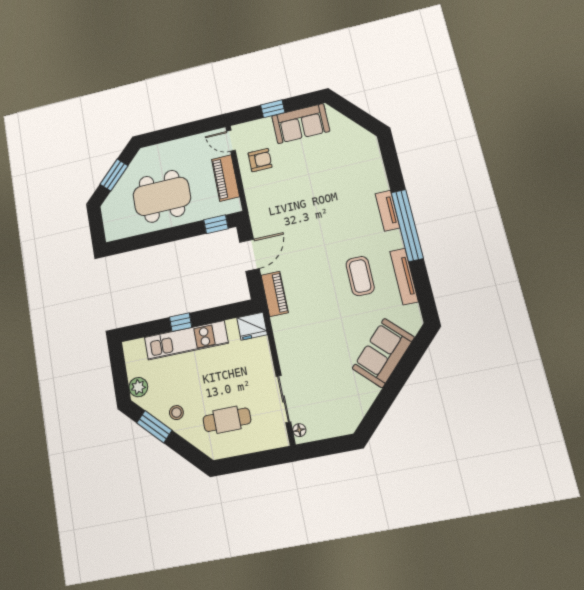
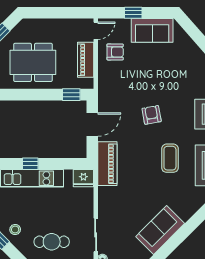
door: (231, 141) -> (96, 31), swing flipped
armchair: (323, 226) -> (152, 115), added
piano: (275, 294) -> (107, 164), width x1.37, depth x1.33
sofa: (383, 353) -> (160, 230), moved

